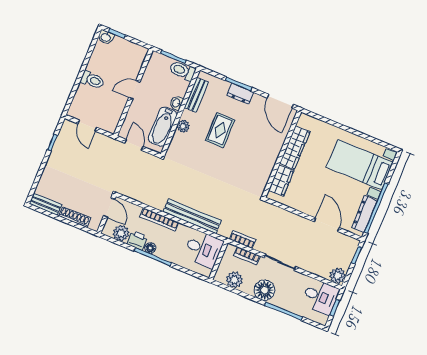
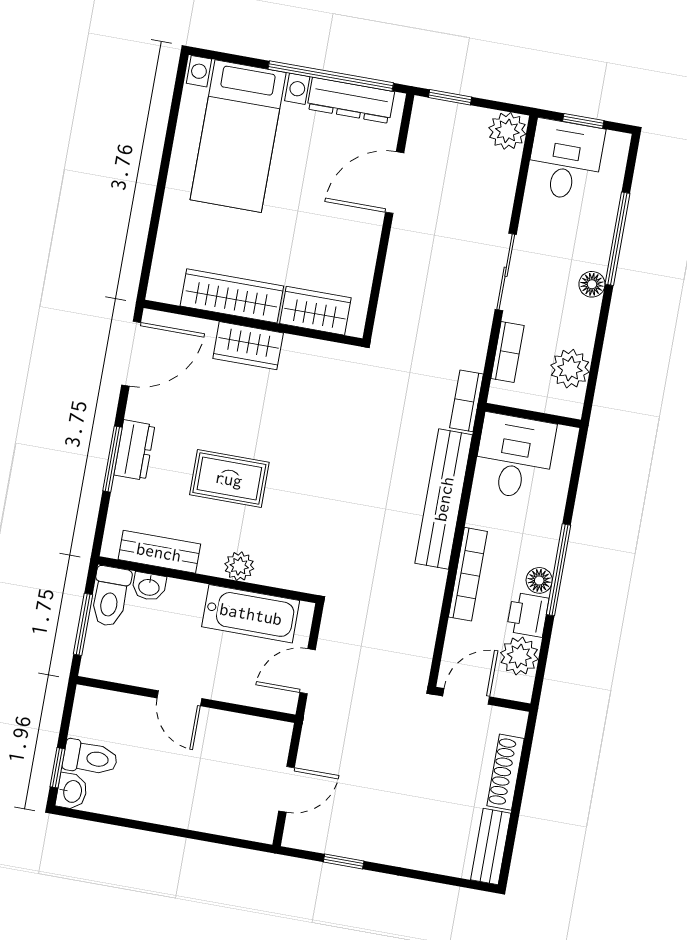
toilet: (92, 80) -> (90, 758), moved, turned 90
washbasin: (176, 103) -> (149, 587), moved
wardrobe: (273, 150) -> (248, 346), added
bookcase: (243, 240) -> (467, 401), moved
floor lamp: (264, 290) -> (592, 284), width x0.53, depth x0.53

